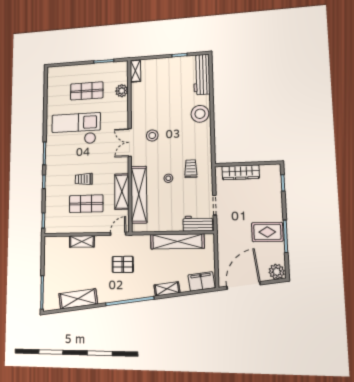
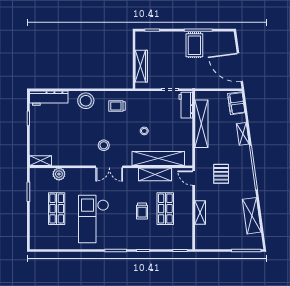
trolley: (191, 169) -> (117, 106), moved
plant: (277, 272) -> (228, 39), removed

